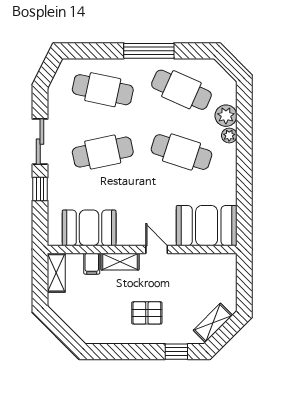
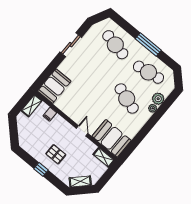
cafe table: (181, 90) -> (148, 72), turned -33
cafe table: (103, 152) -> (94, 71), removed
window: (40, 189) -> (54, 65), removed
booth: (89, 228) -> (54, 86), moved, turned 90
shelving: (120, 262) -> (104, 157), moved
window: (176, 352) -> (41, 169), moved

